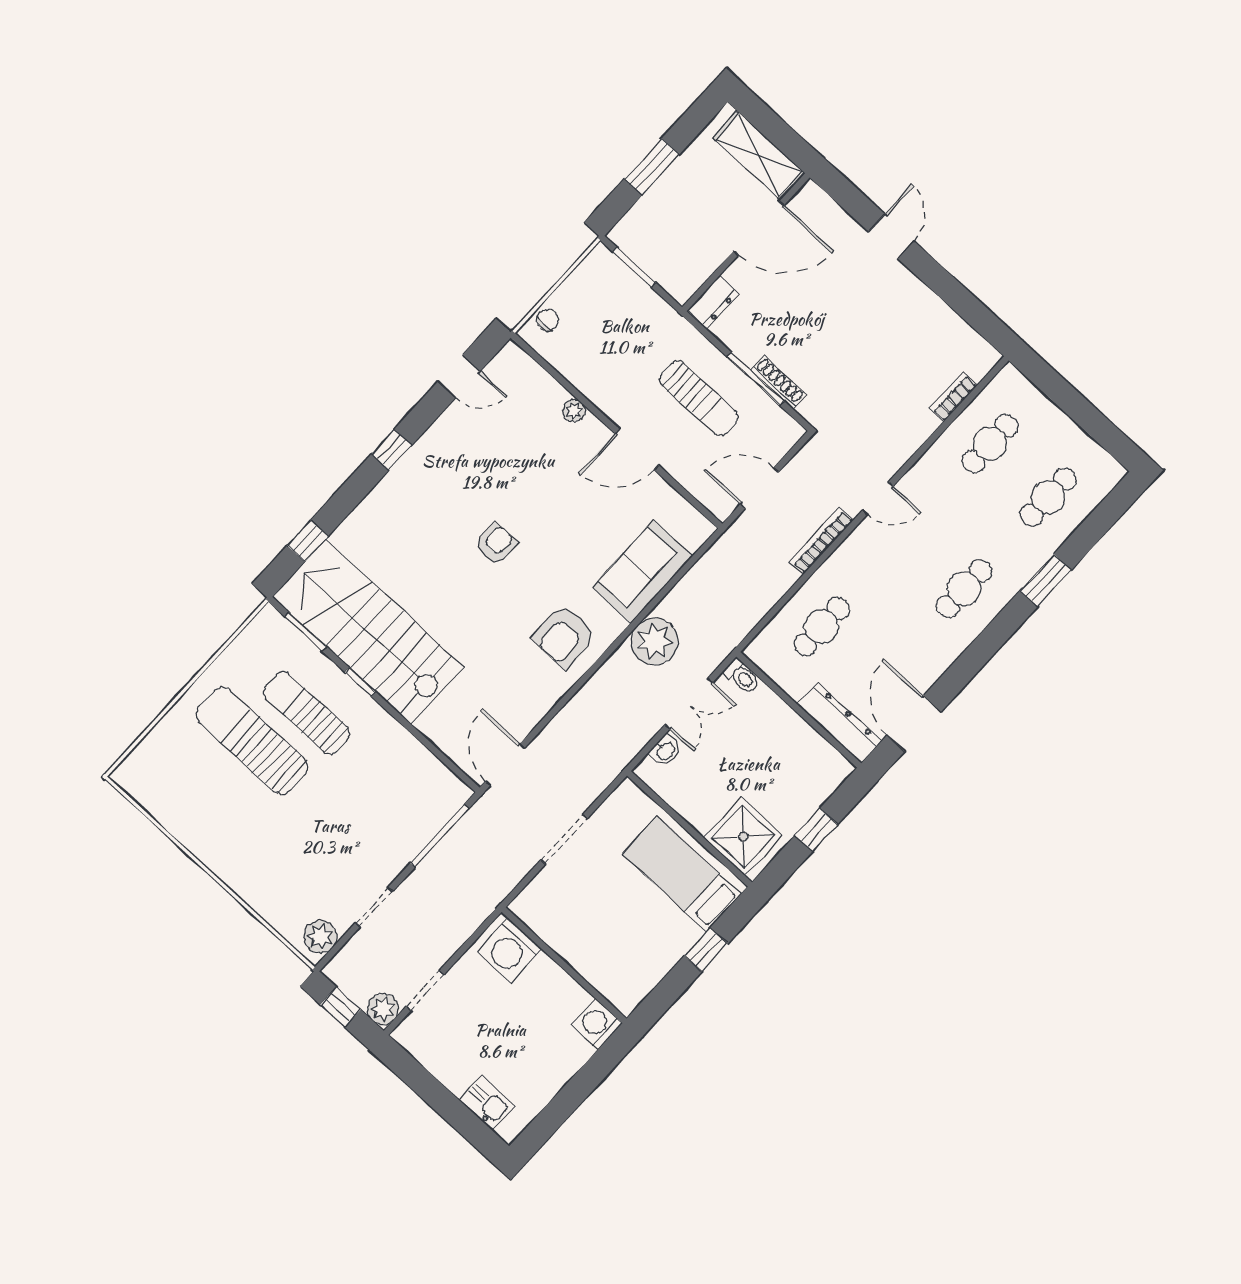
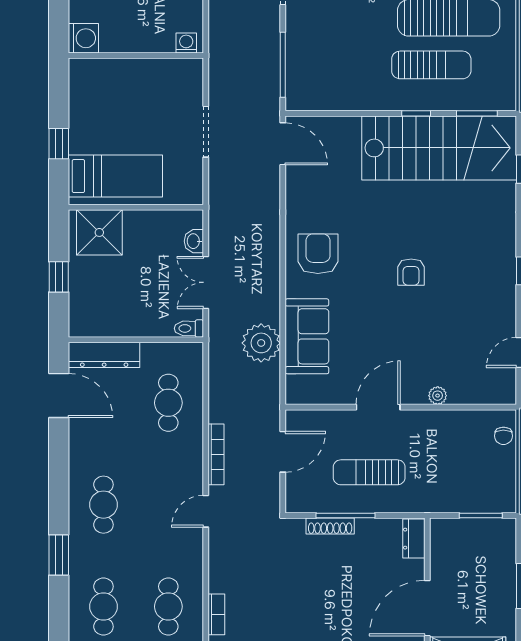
plant: (654, 641) -> (261, 343), moved
washing machine: (509, 950) -> (186, 43), width x0.53, depth x0.53

